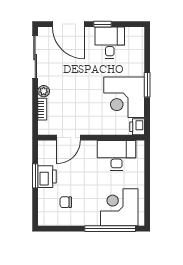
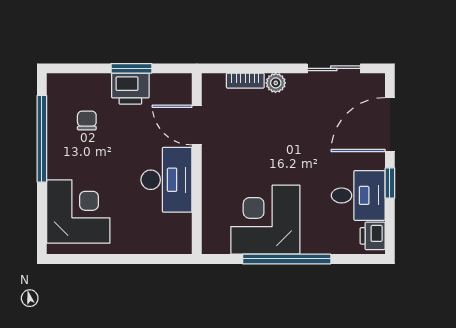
sliding door: (35, 57) -> (334, 68), width x0.73
window: (147, 85) -> (287, 259), width x2.11
printer: (137, 127) -> (373, 236), moved, turned -90
desk: (117, 155) -> (166, 180), moved
window: (110, 229) -> (42, 139), moved

